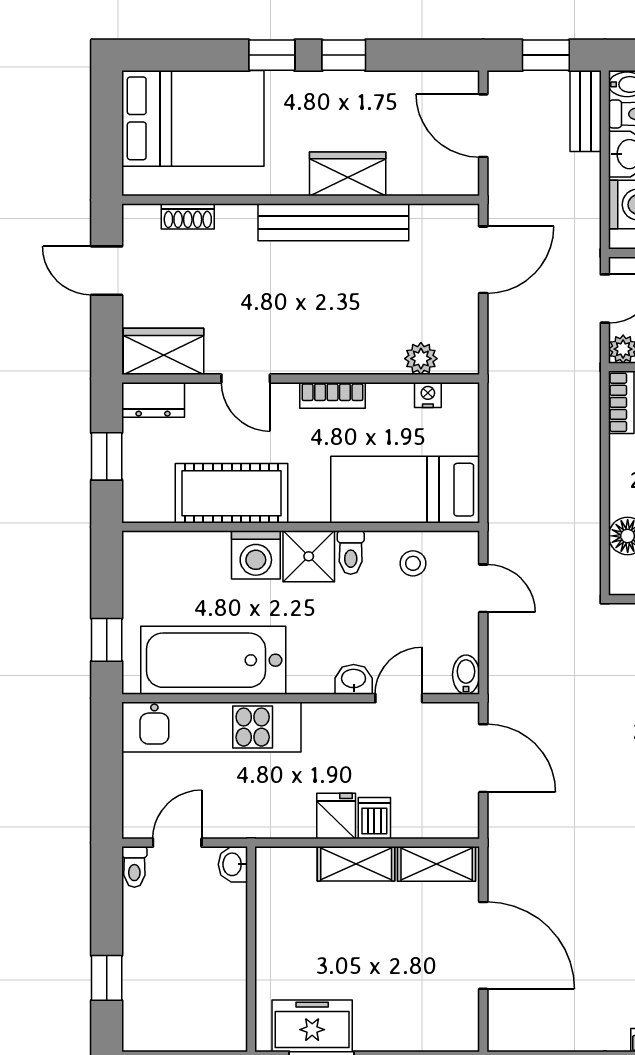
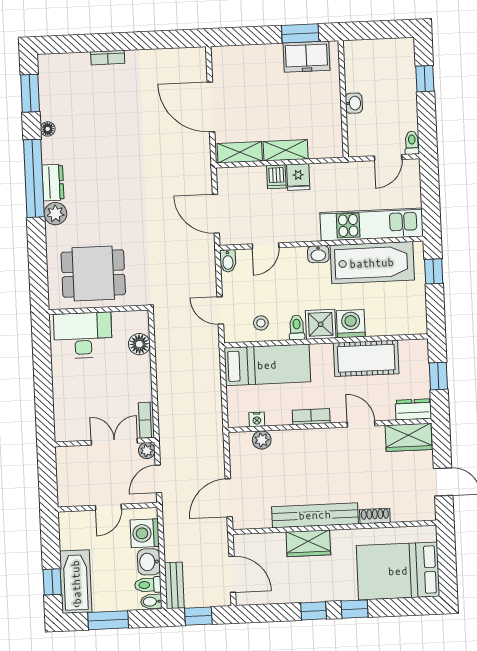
shoe rack: (188, 216) -> (375, 516), moved
washbasin: (354, 679) -> (318, 254), moved
washbasin: (233, 864) -> (354, 103), moved

